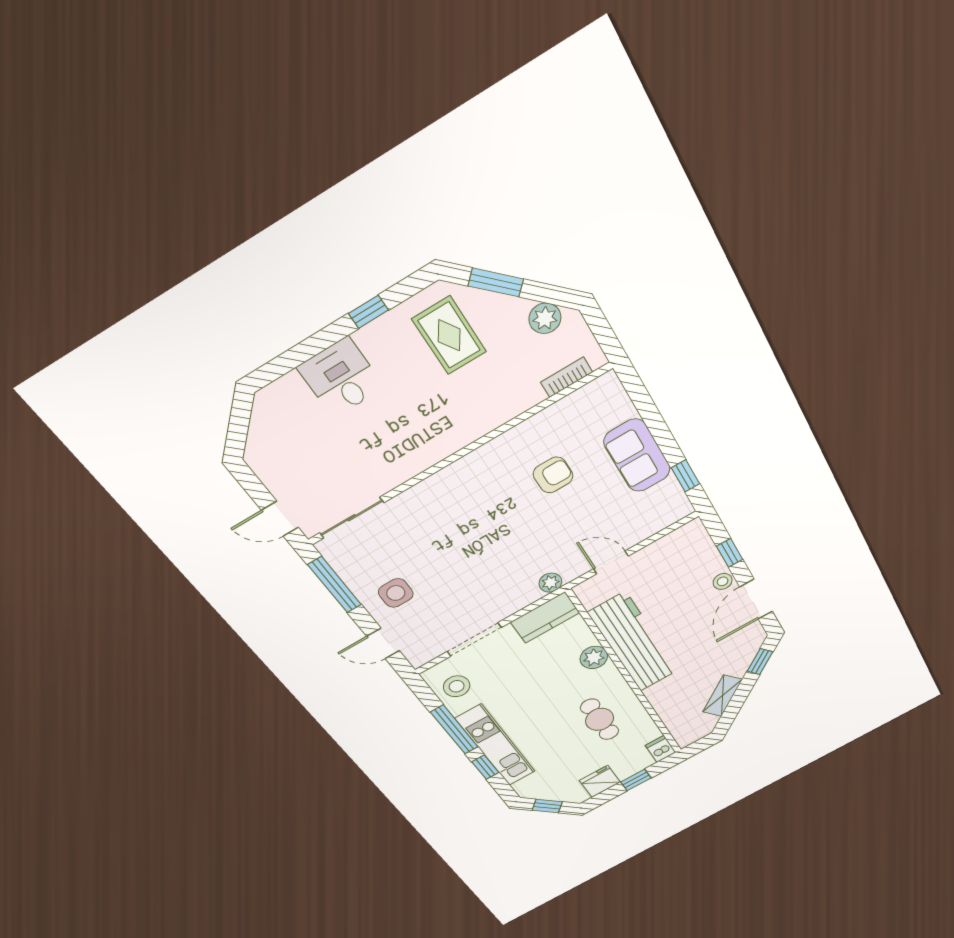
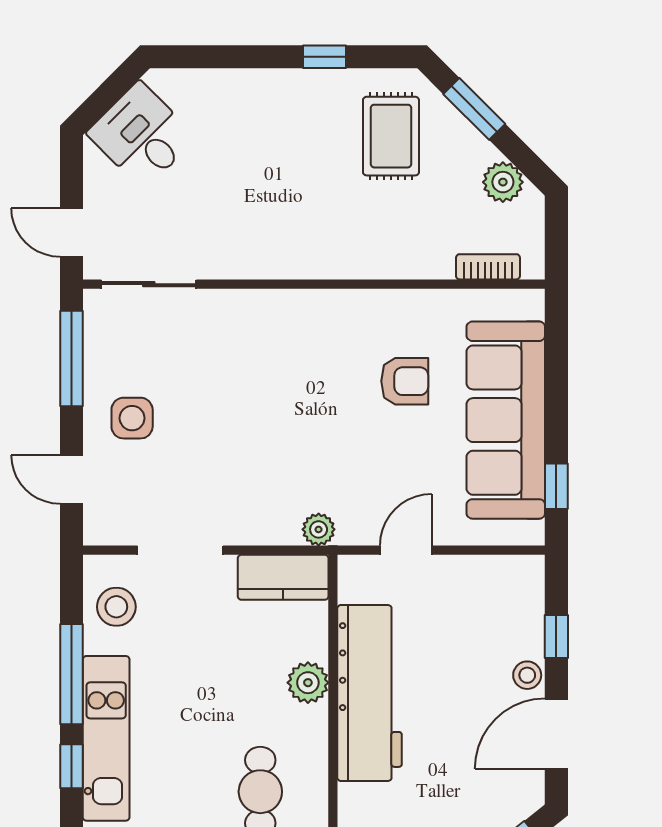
desk: (341, 377) -> (142, 135), moved, turned -45
sofa: (637, 456) -> (506, 420), width x1.85, depth x1.27
door: (611, 562) -> (406, 550), hinge flipped

